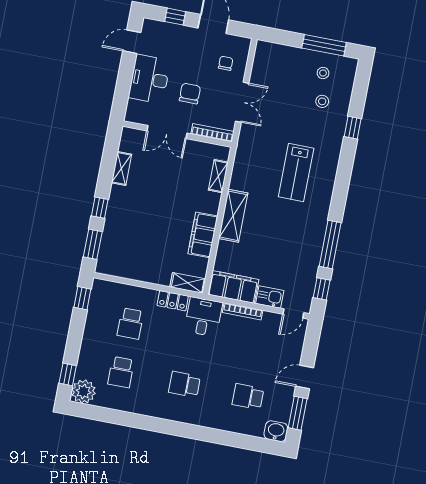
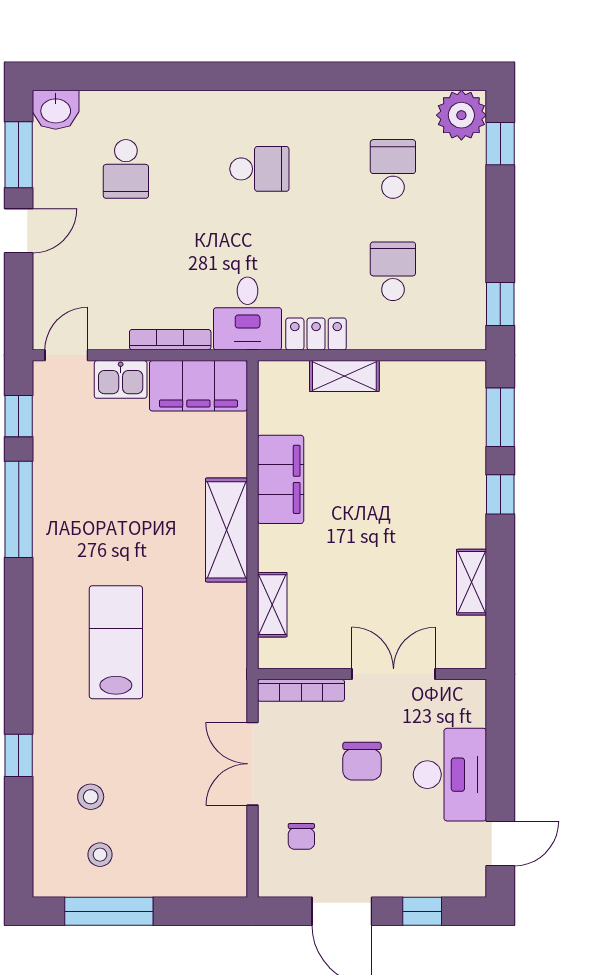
shelving: (188, 283) -> (344, 376), moved
school desk: (248, 397) -> (126, 169), turned 90

